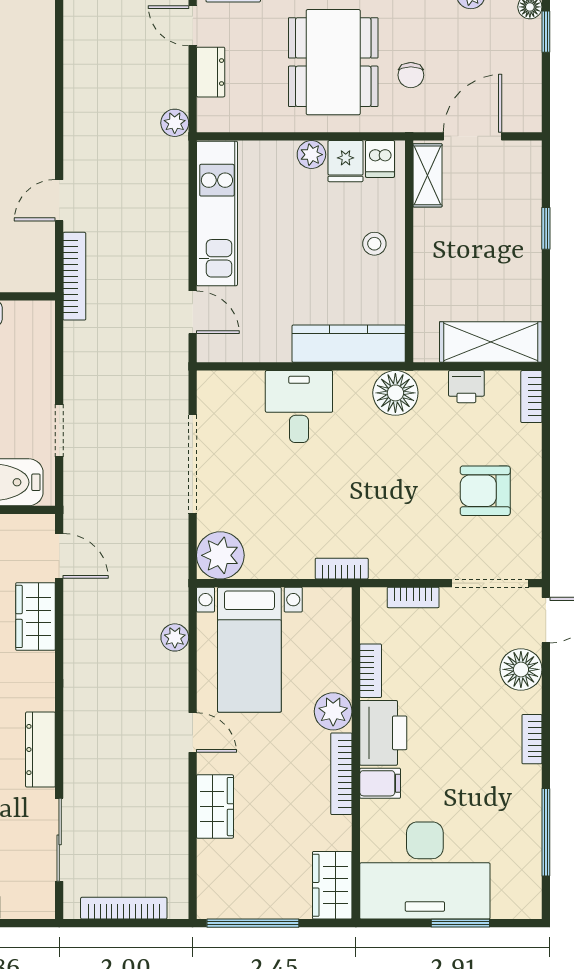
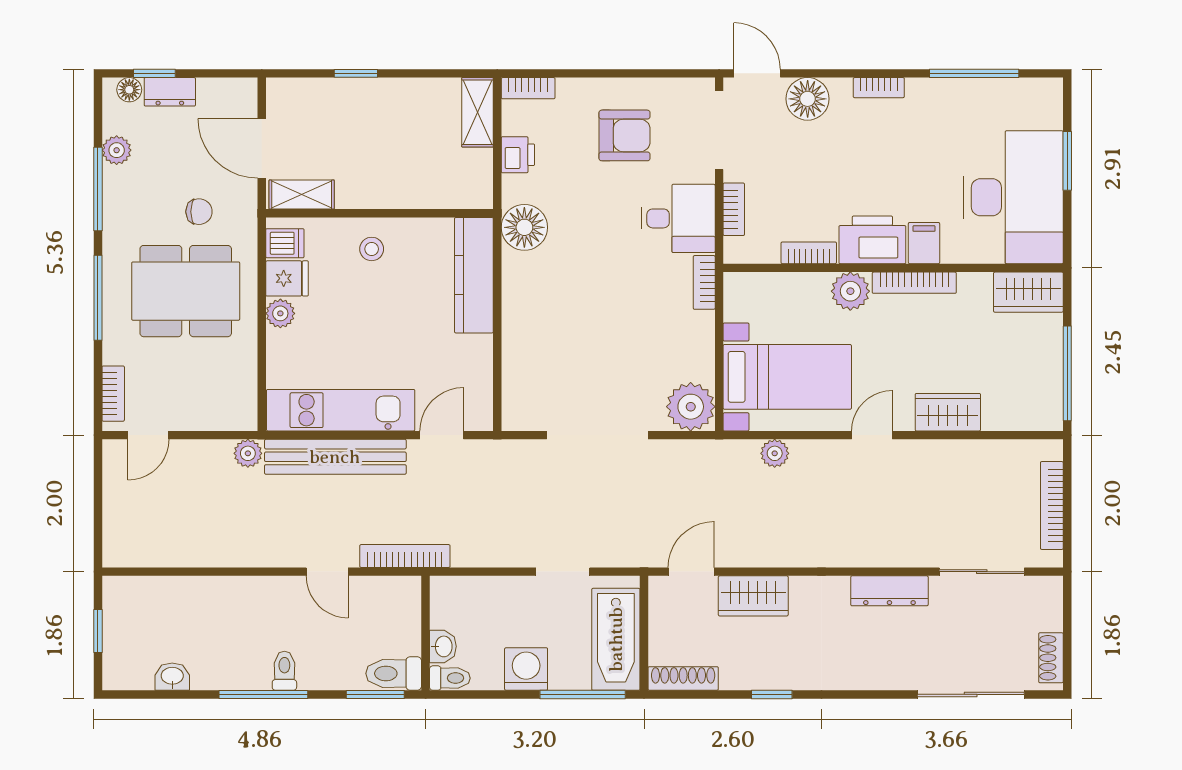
dresser: (211, 72) -> (170, 92), moved, turned 180
bench: (171, 208) -> (335, 457), added
shelving: (491, 342) -> (477, 112), width x0.67, depth x0.75
desk: (299, 407) -> (678, 218), moved, turned 180
armchair: (485, 491) -> (624, 135), turned -90

